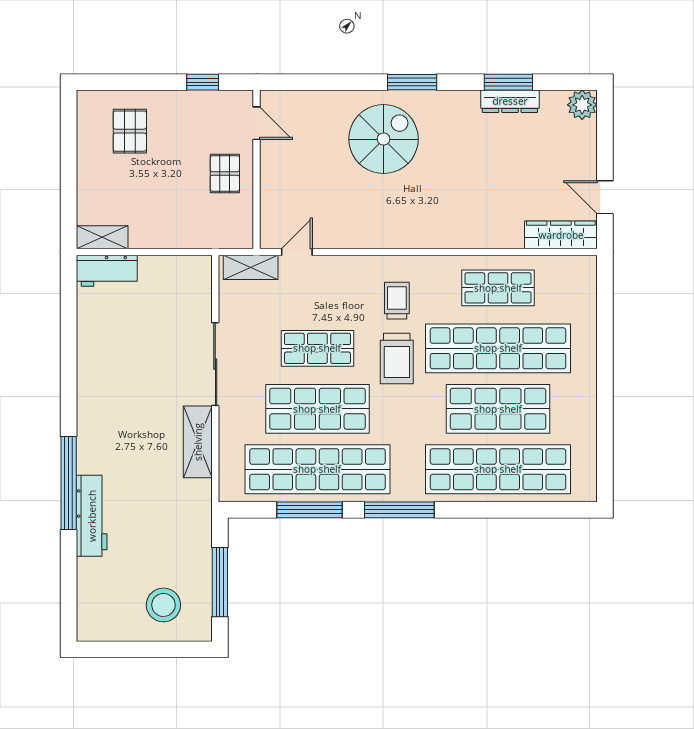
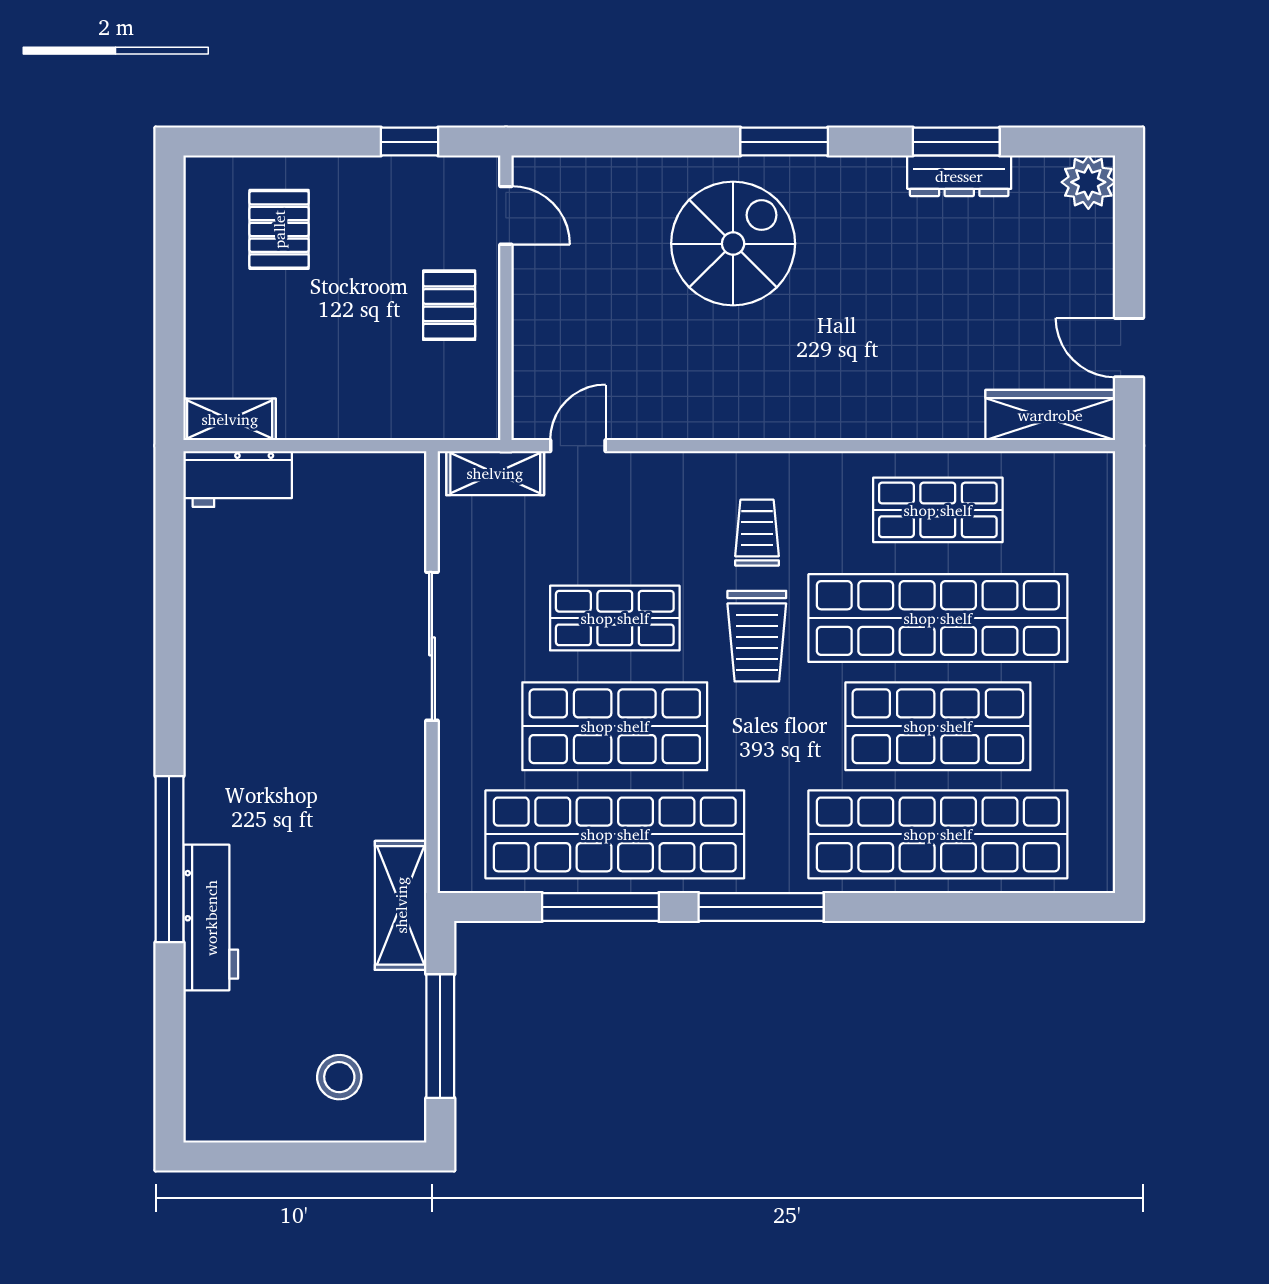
shelving: (198, 442) -> (401, 905), moved
stool: (163, 605) -> (339, 1077), width x0.73, depth x0.73

